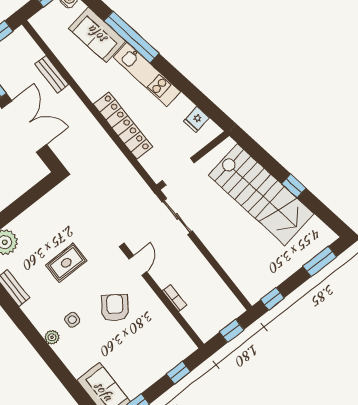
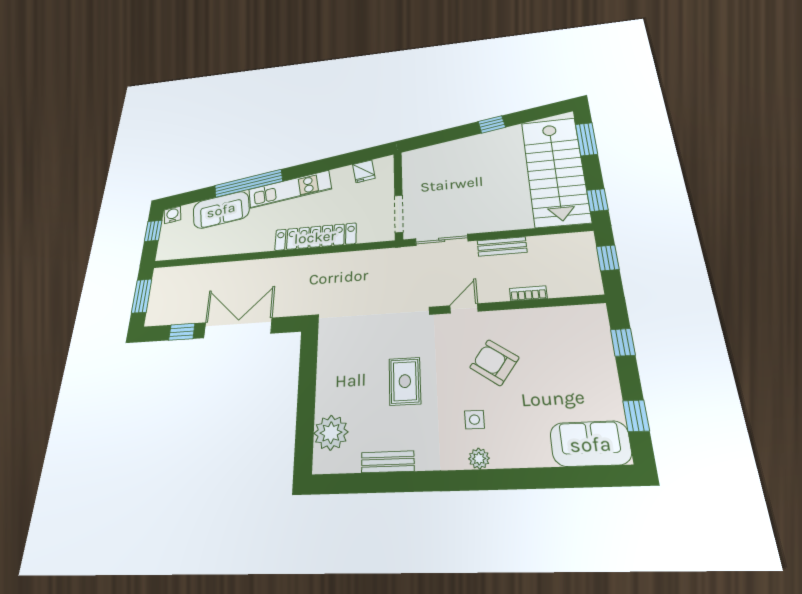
bench: (52, 74) -> (502, 246), moved
stairs: (261, 194) -> (555, 171), moved, turned 99
door: (138, 265) -> (464, 308), hinge flipped

